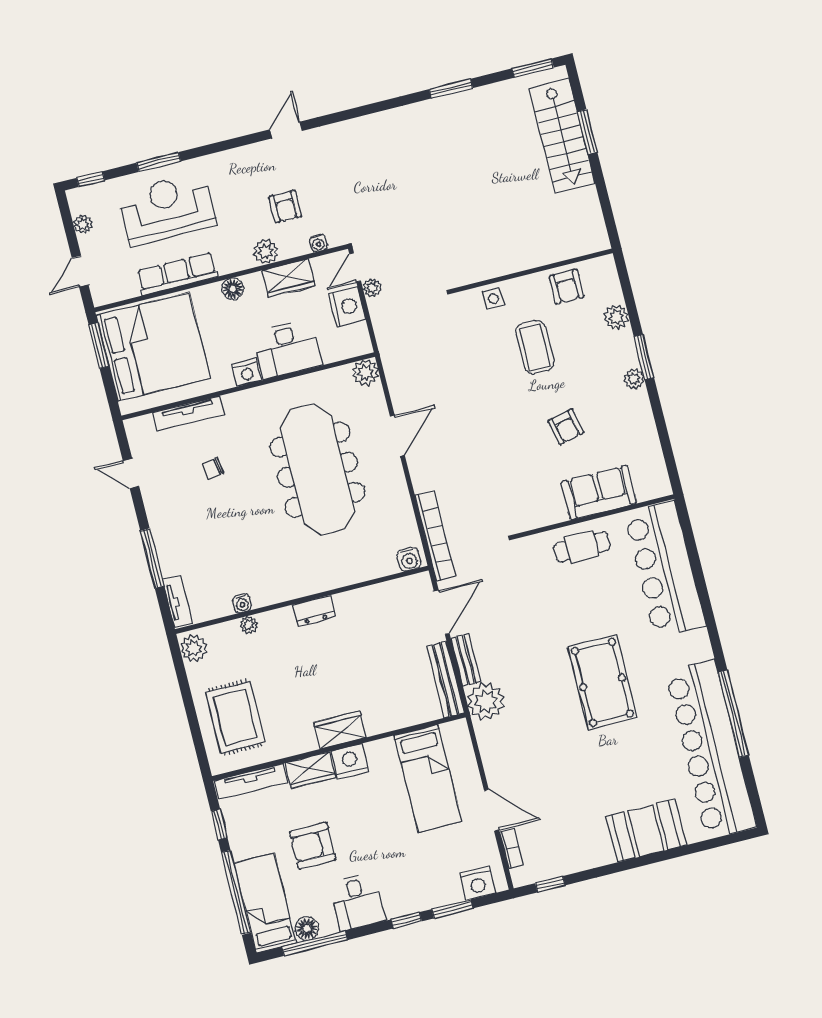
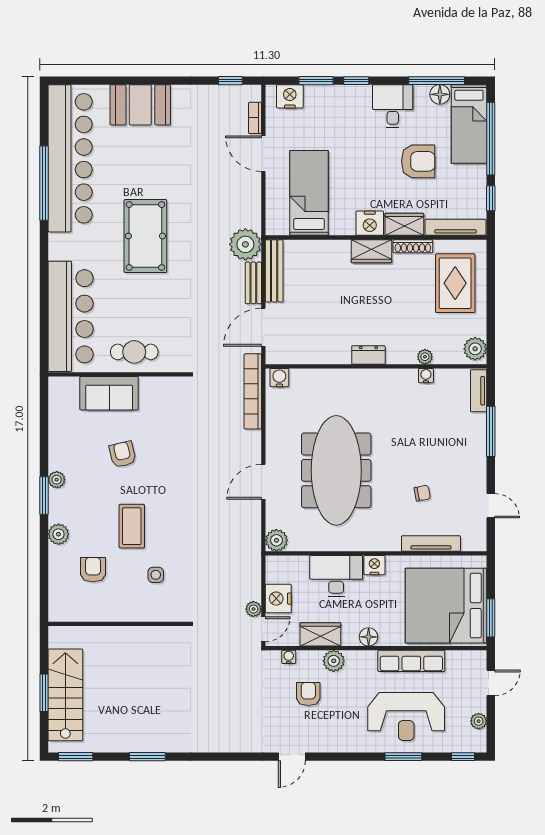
wall: (532, 271) -> (118, 624), moved
shoe rack: (294, 747) -> (413, 246), added

